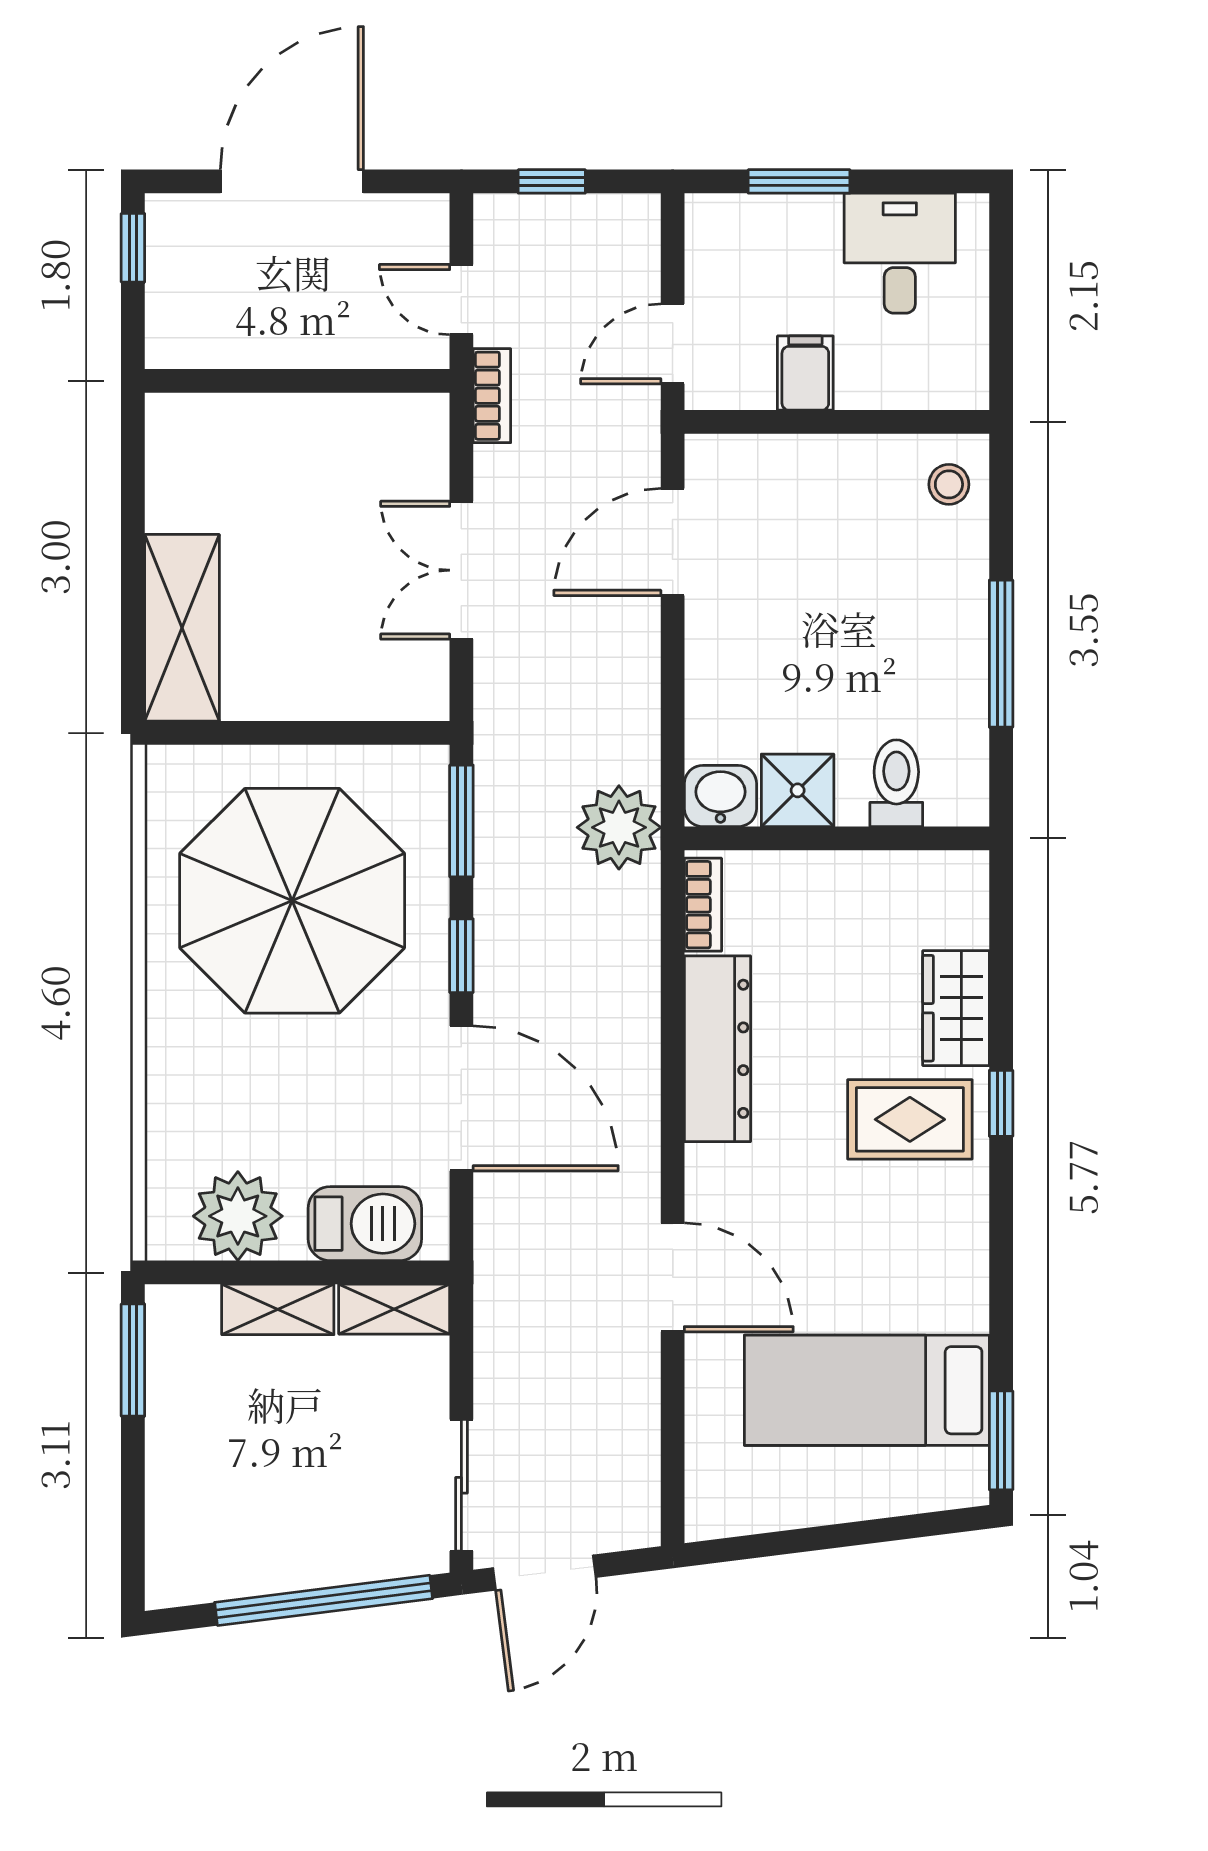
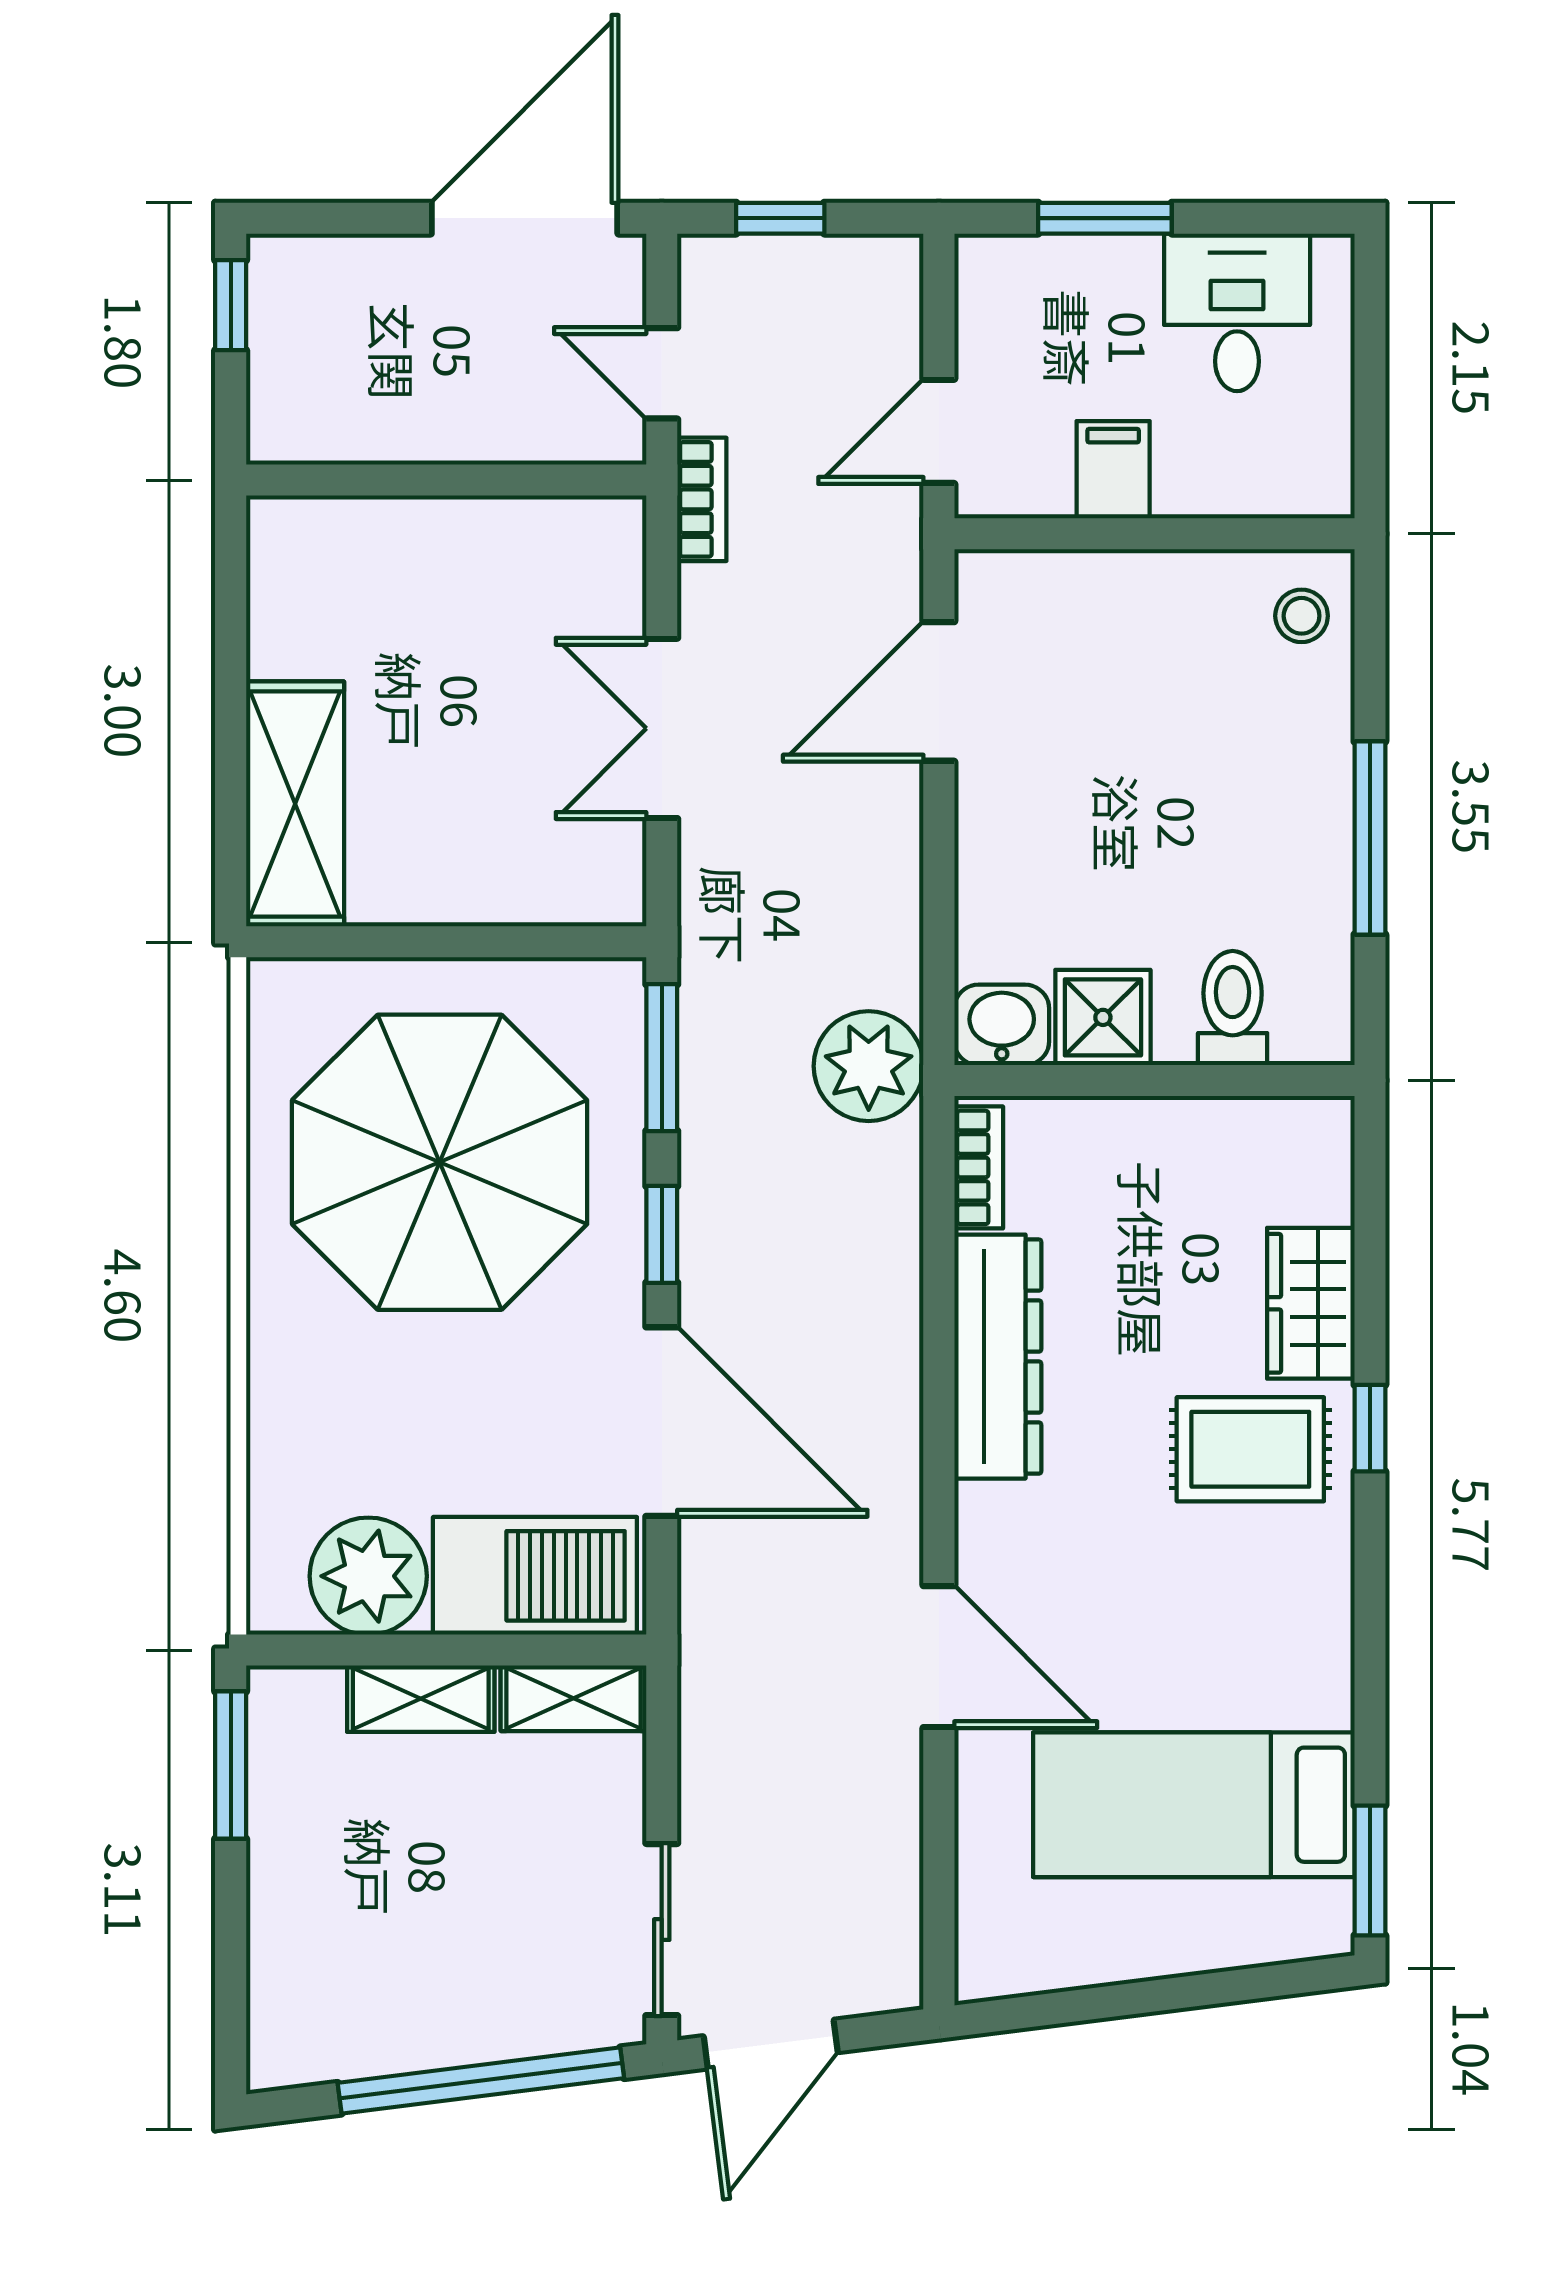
door: (292, 181) -> (525, 218), moved
barbecue: (365, 1224) -> (535, 1576), width x1.37, depth x1.21

